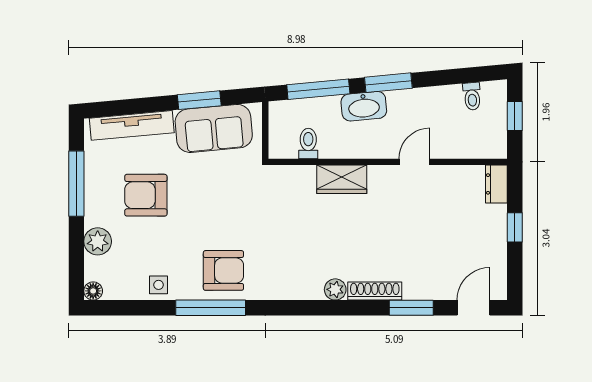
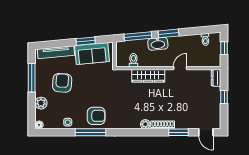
wardrobe: (342, 179) -> (148, 76), width x1.50
armchair: (146, 195) -> (62, 83), turned 94
door: (474, 308) -> (206, 132), swing flipped

